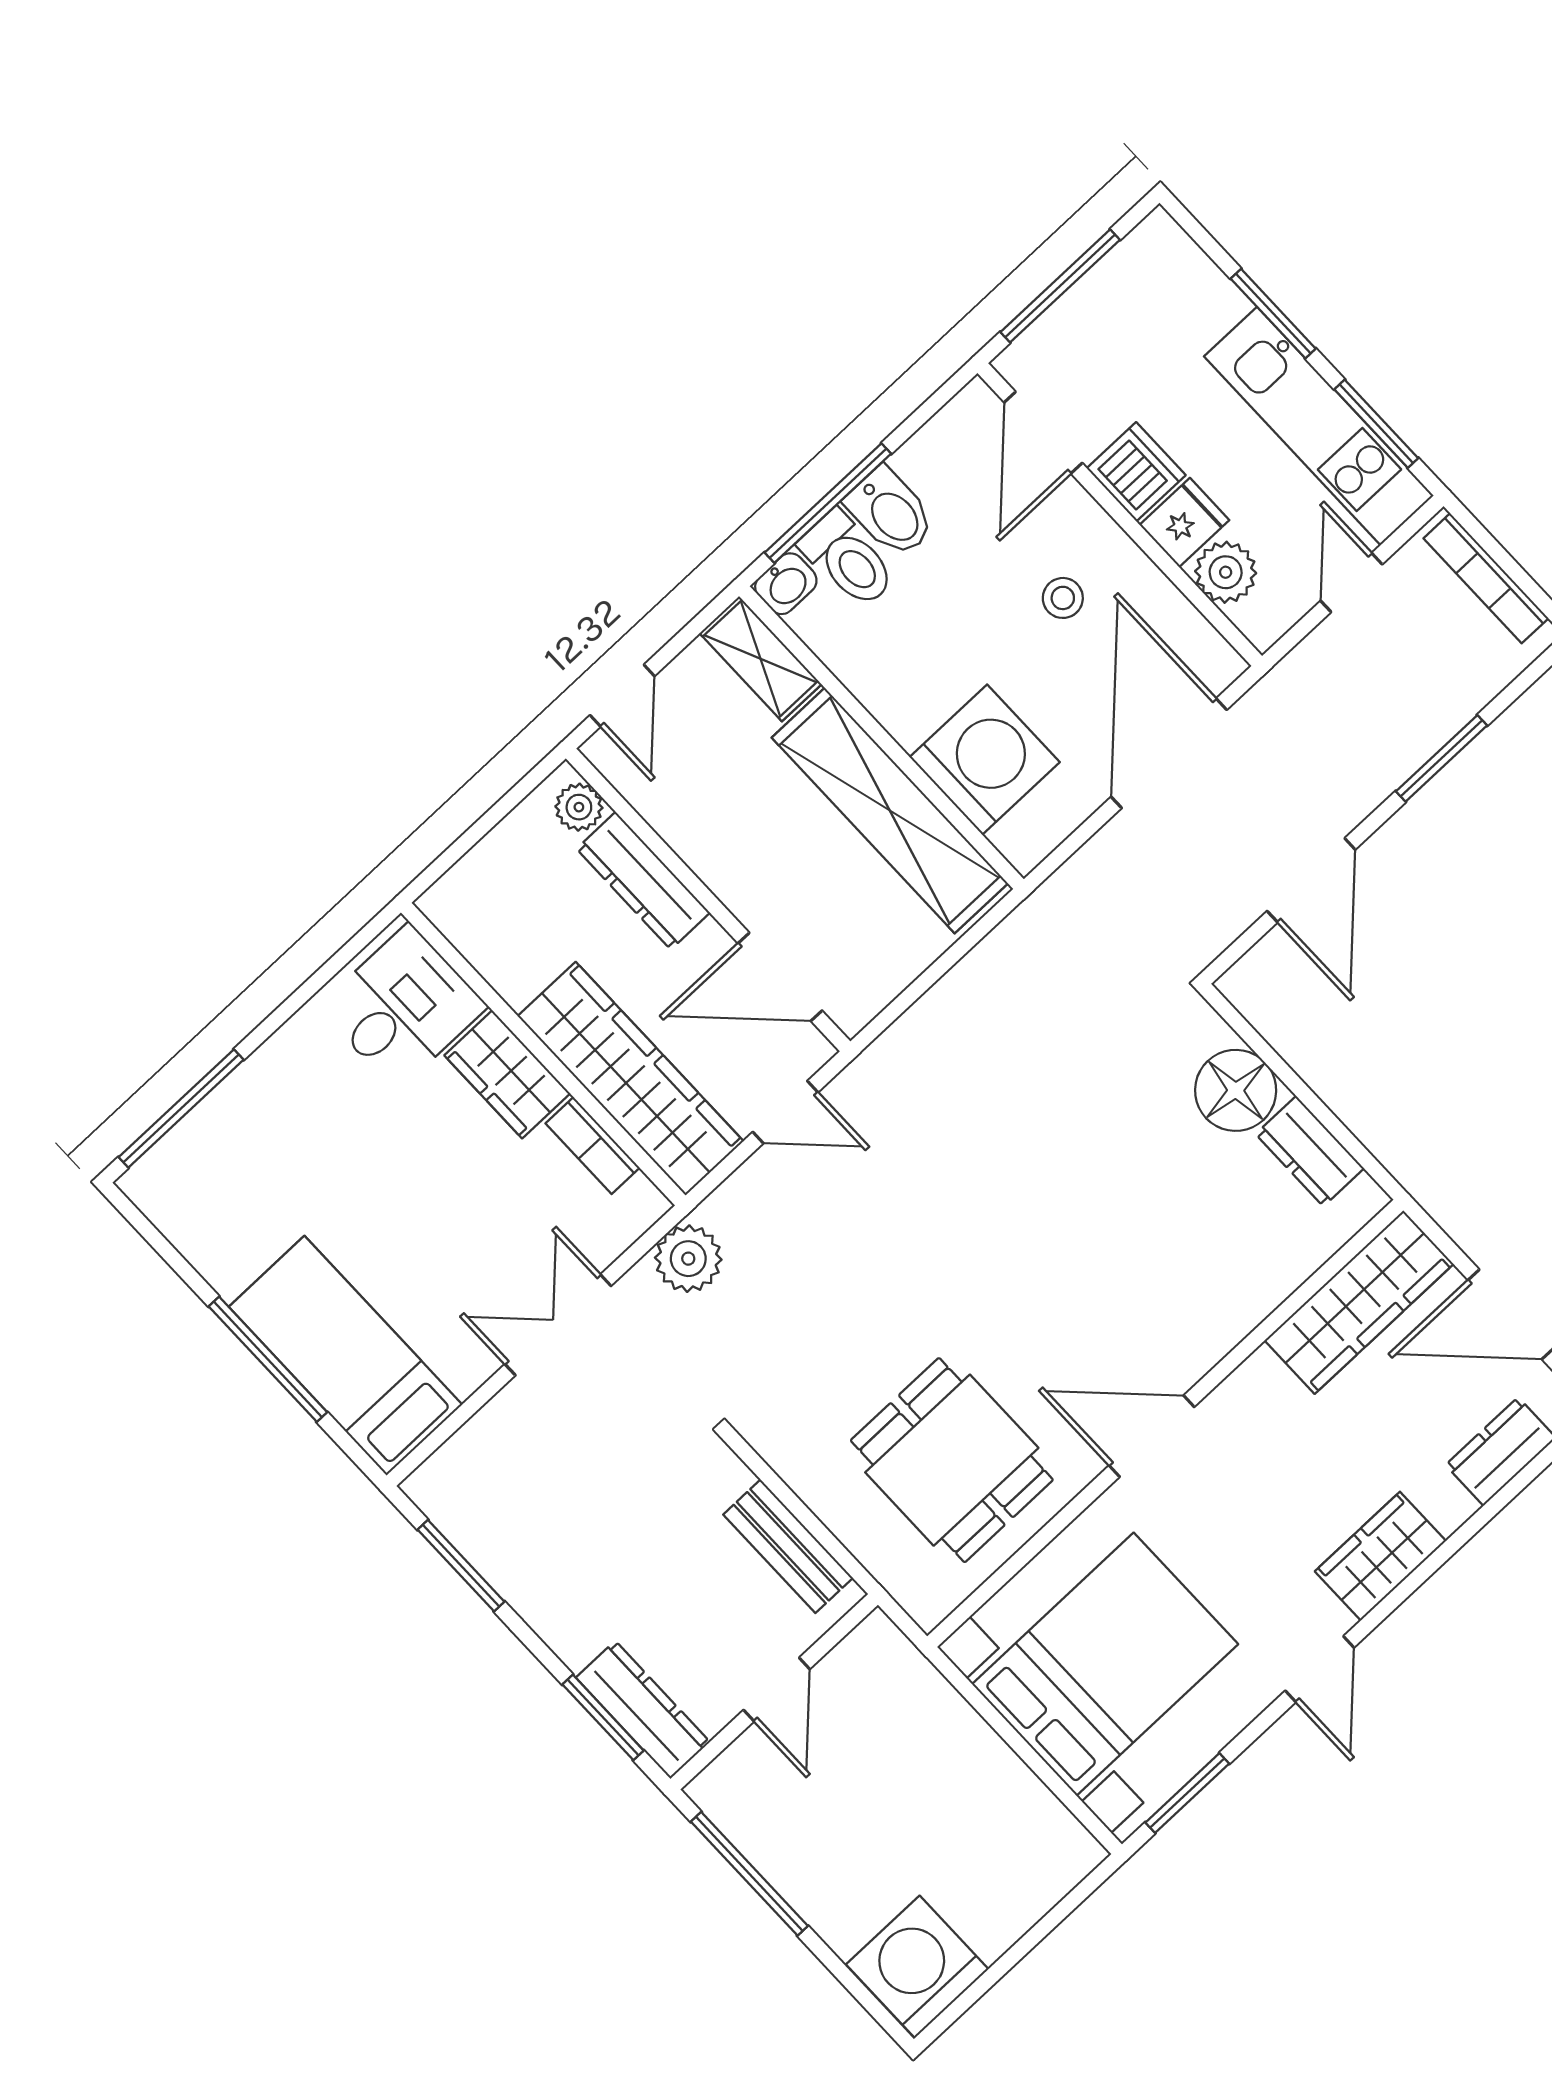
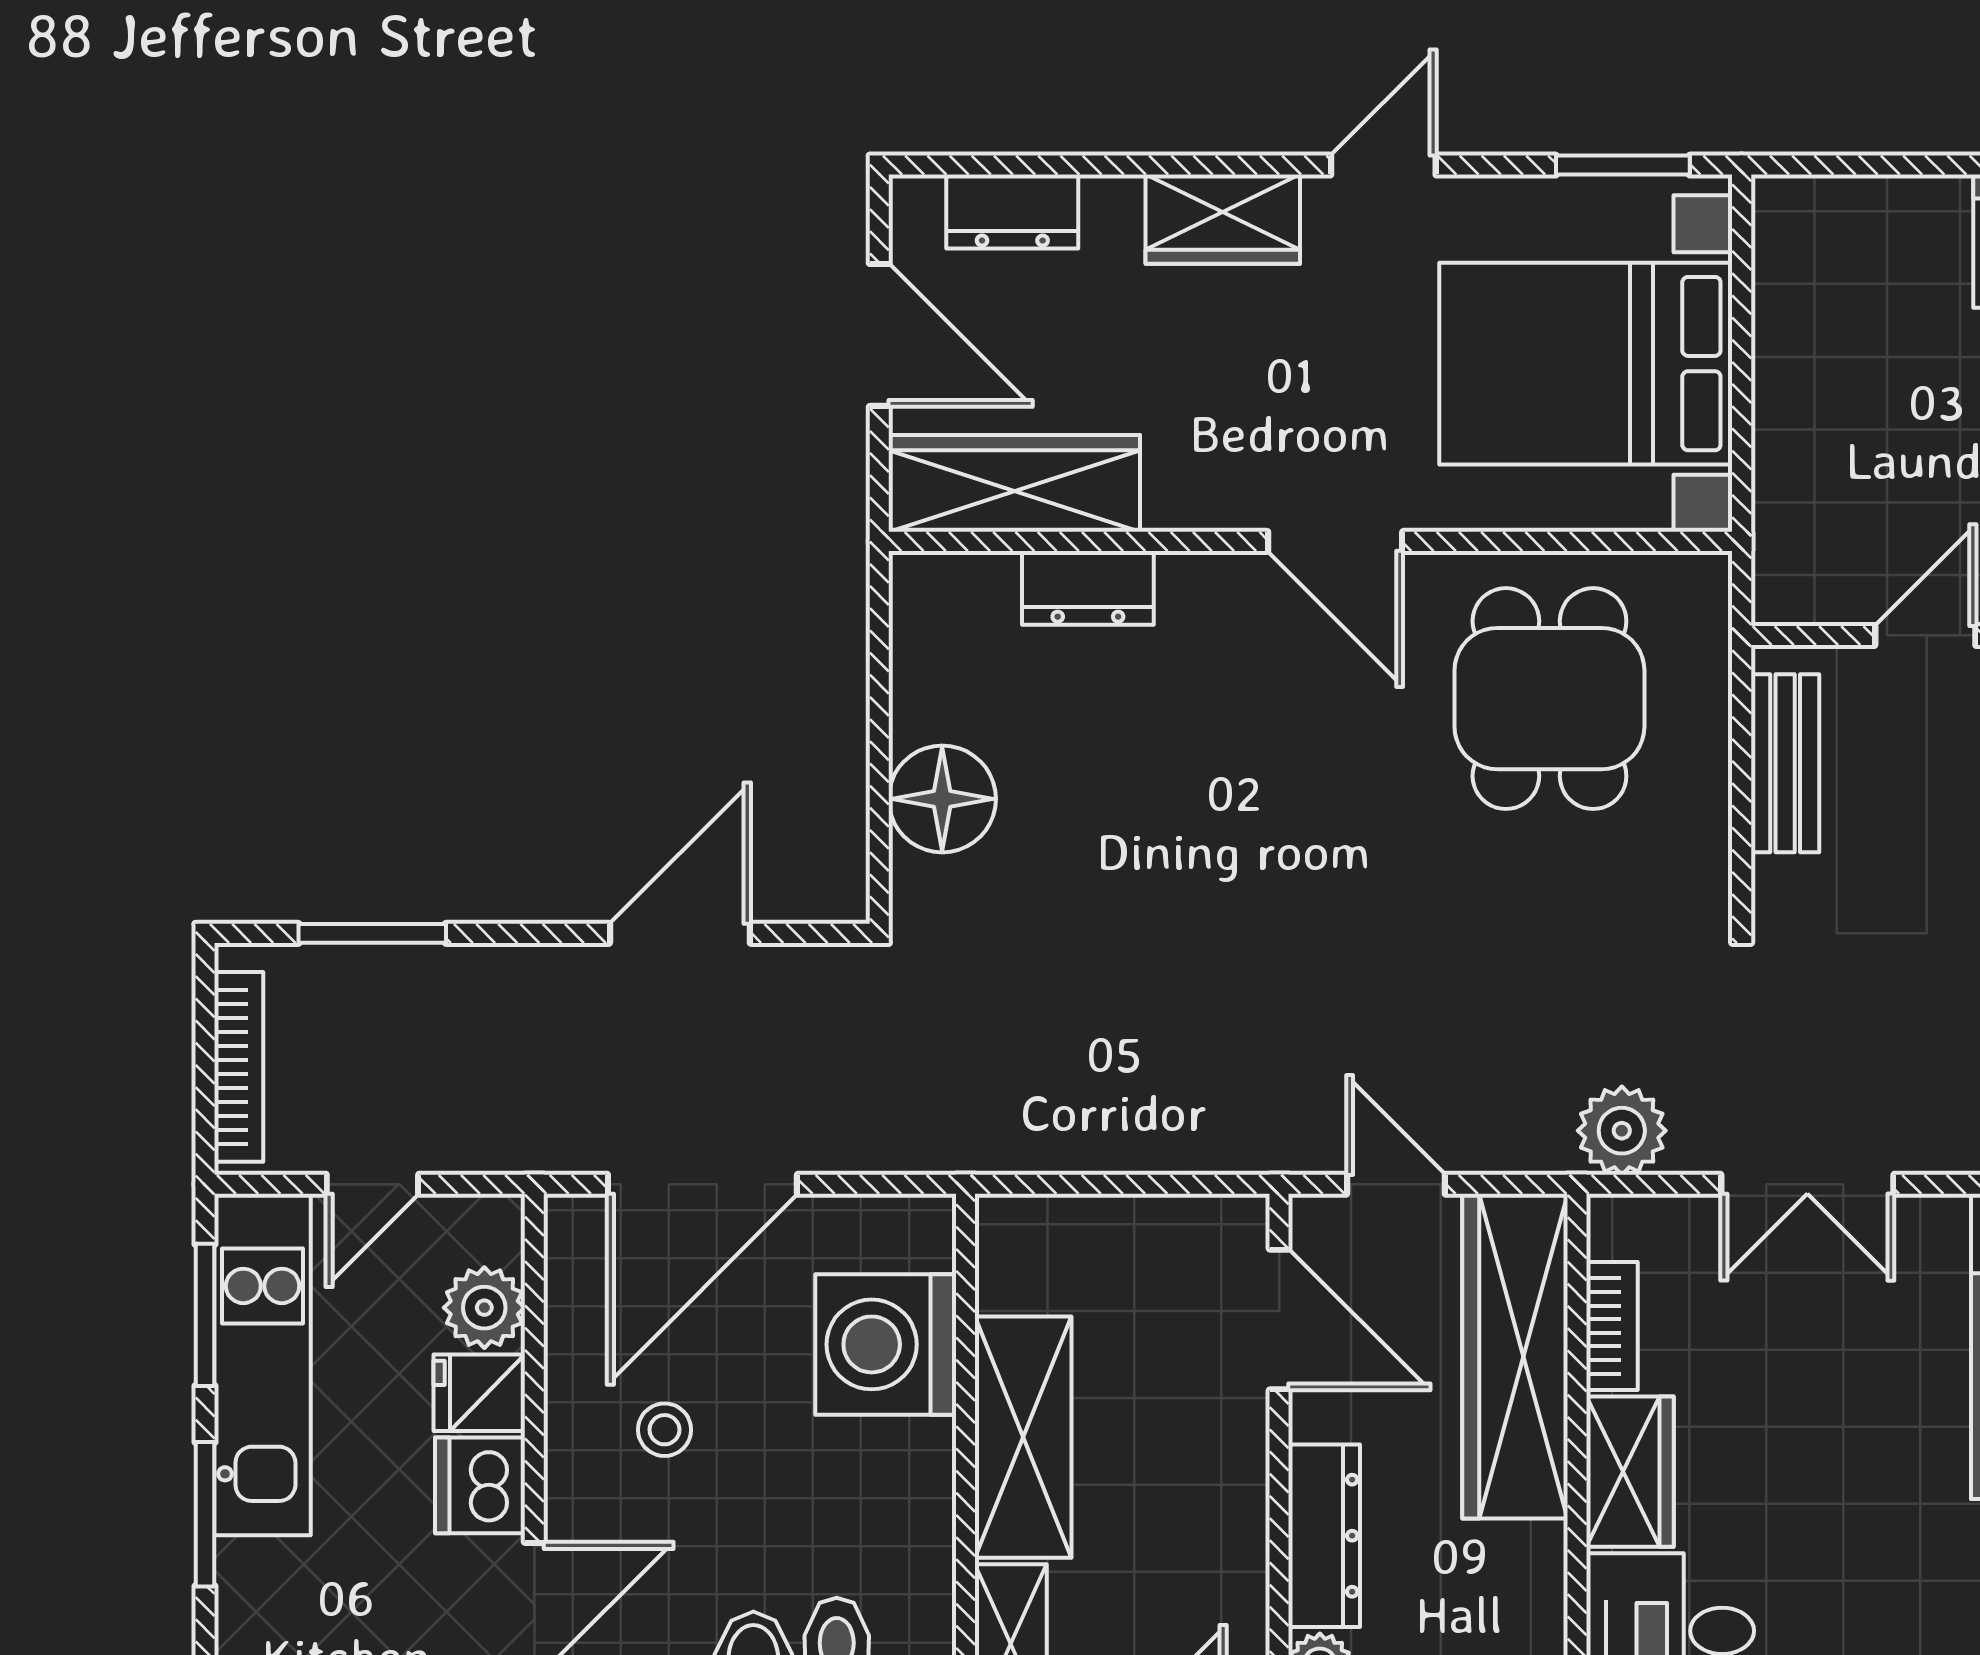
window: (1441, 758) -> (372, 933), moved
shelving: (890, 811) -> (1023, 1437), width x0.68
dresser: (1310, 1151) -> (1088, 588), moved, turned 90

